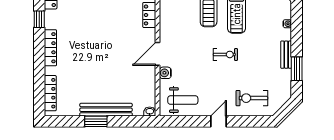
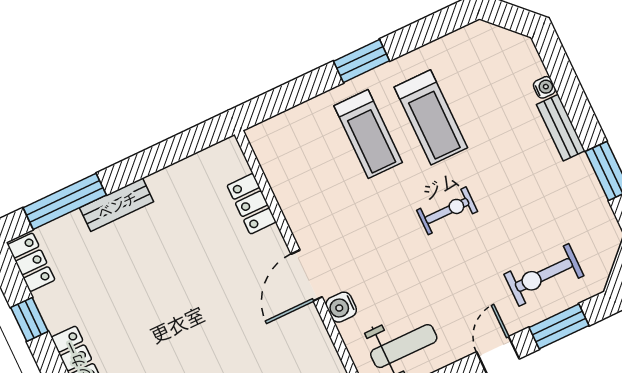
bench: (286, 55) -> (561, 128), moved
window: (248, 121) -> (559, 326), added

